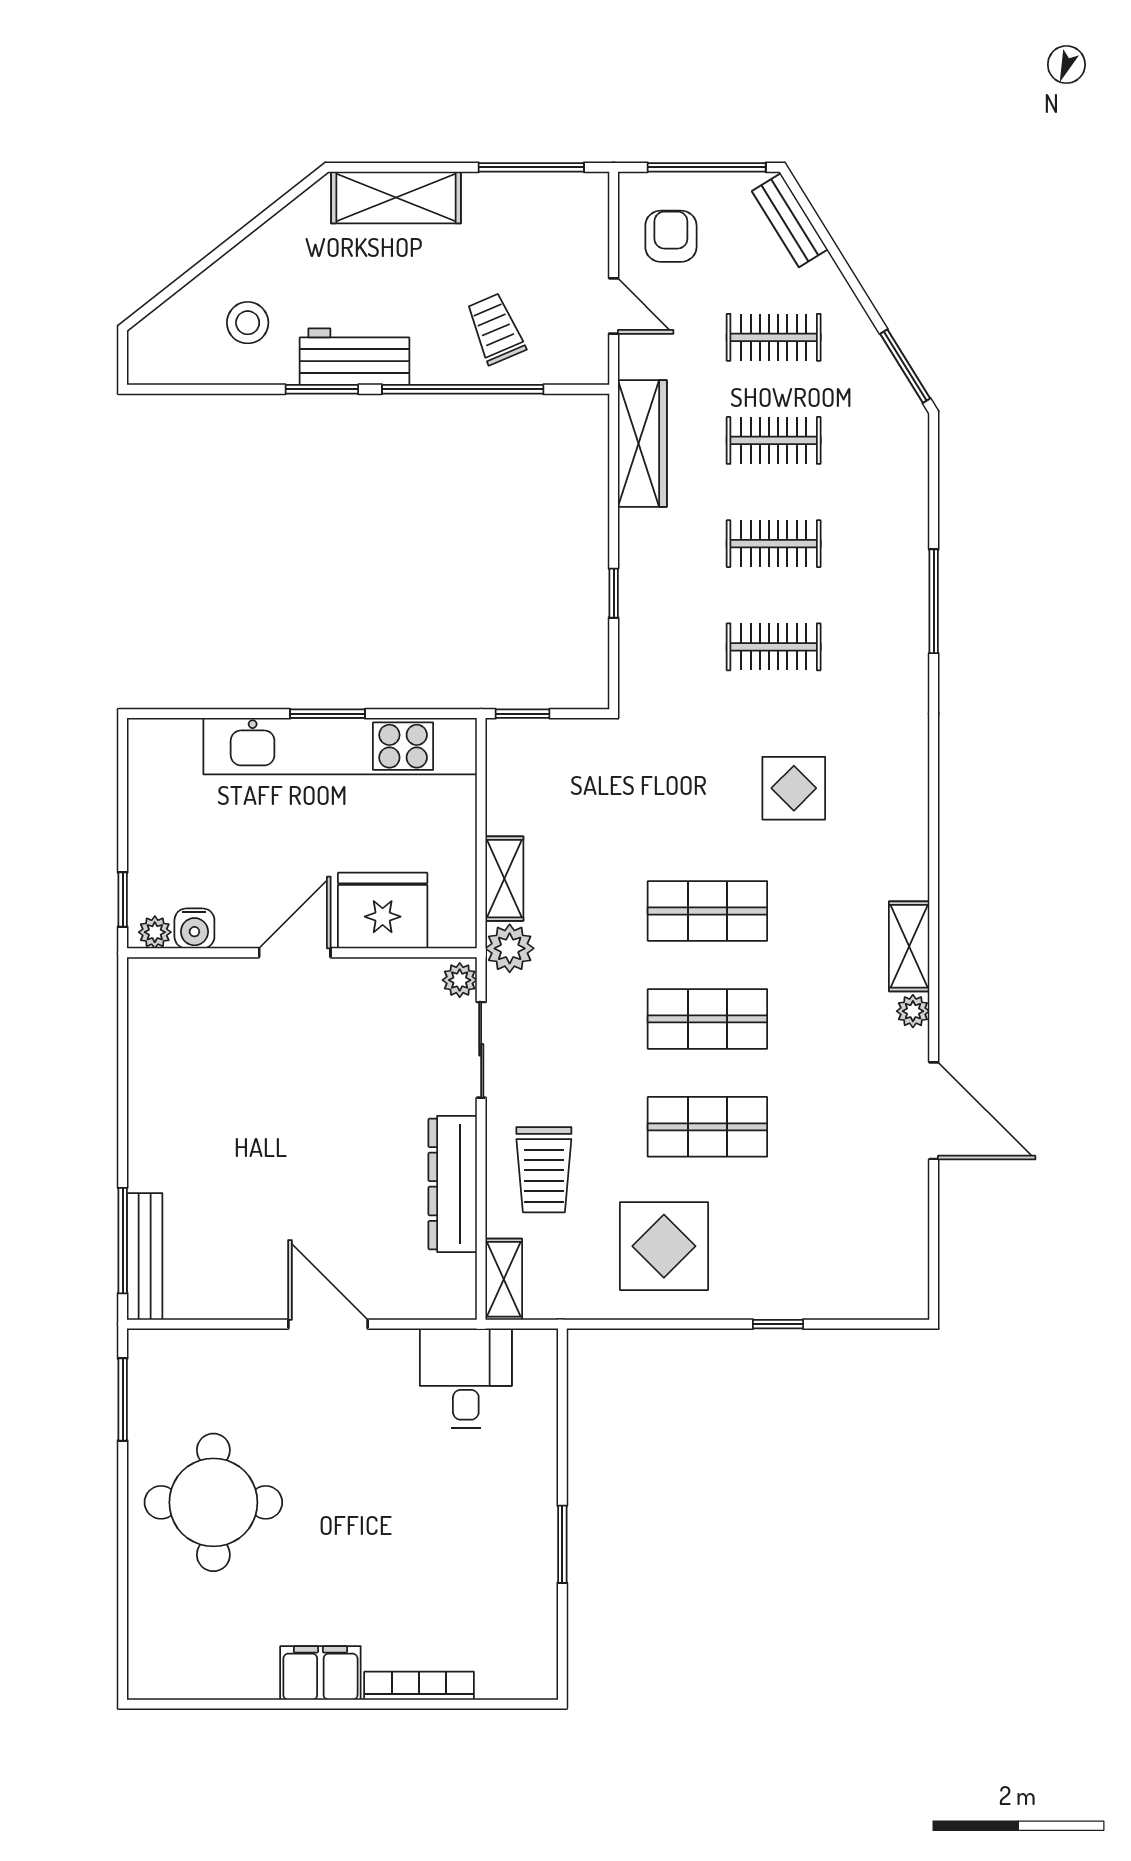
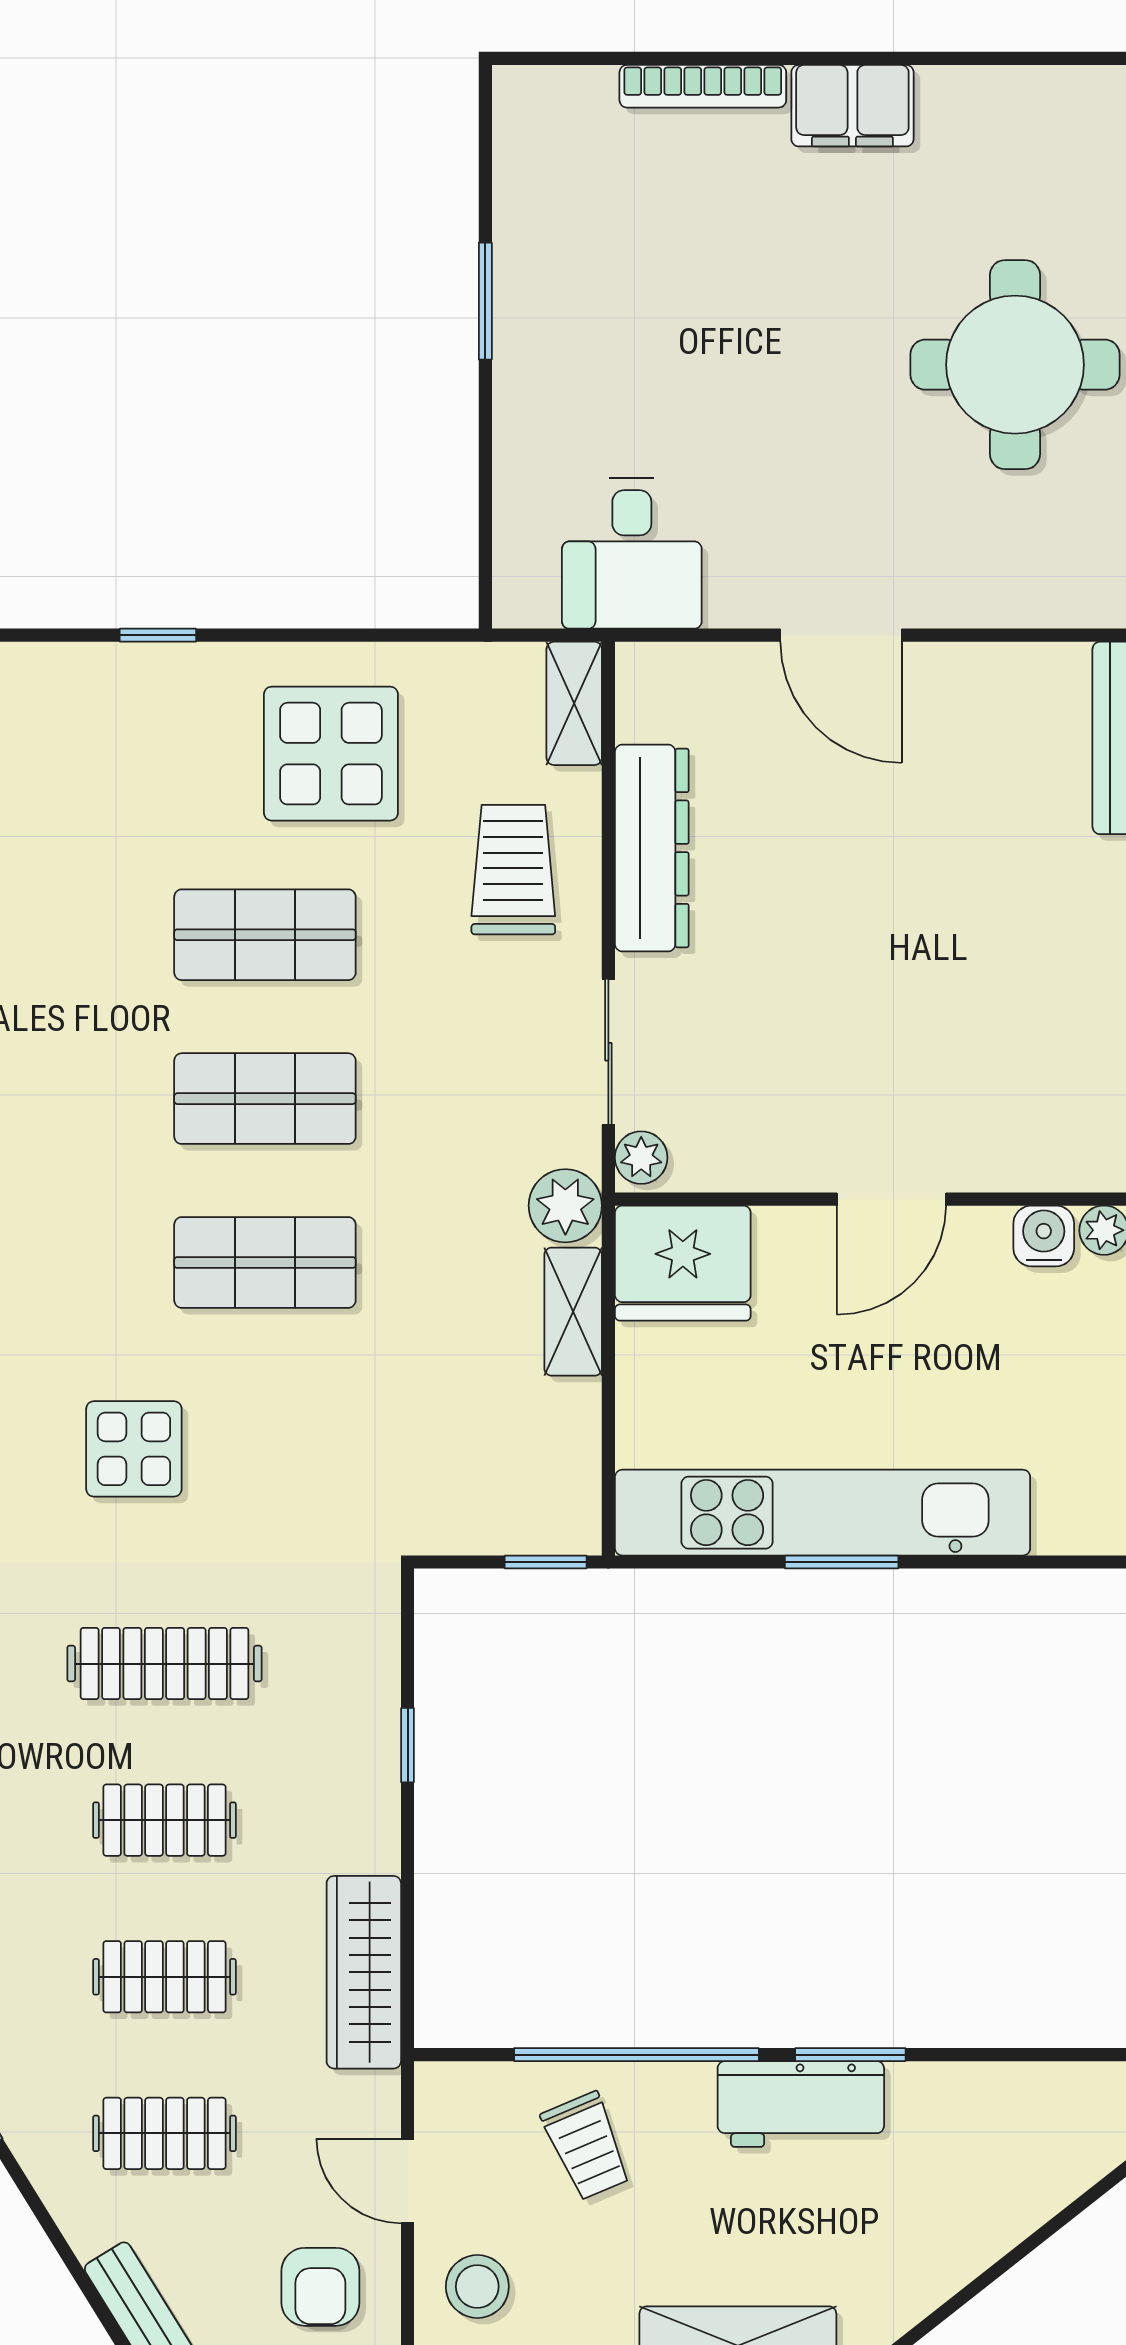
stool: (248, 323) -> (477, 2287), moved
clothes rail: (774, 647) -> (164, 1664), width x1.36
fridge: (383, 911) -> (683, 1263), moved

